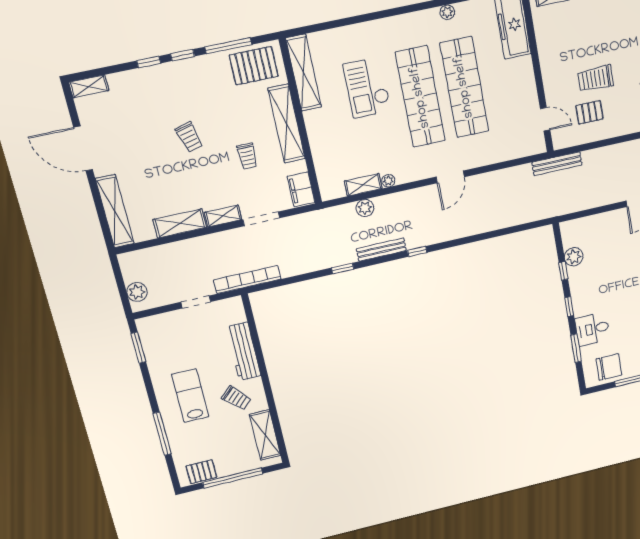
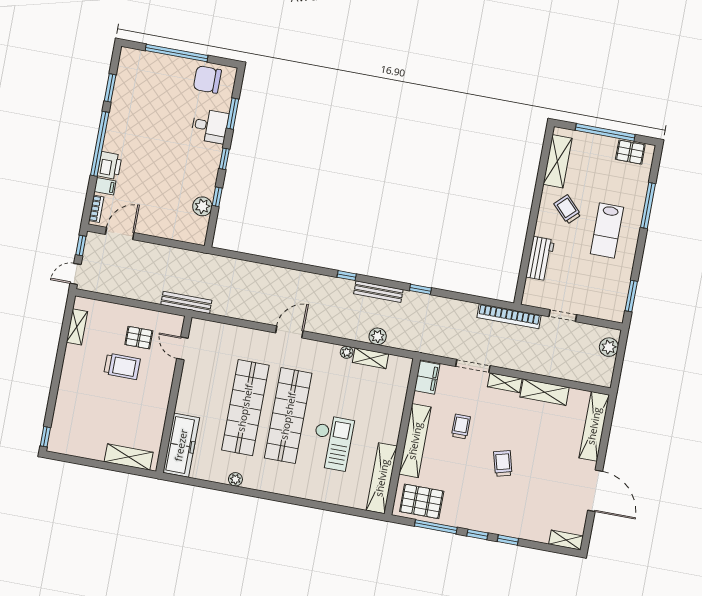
workbench: (244, 351) -> (540, 259), width x0.73

